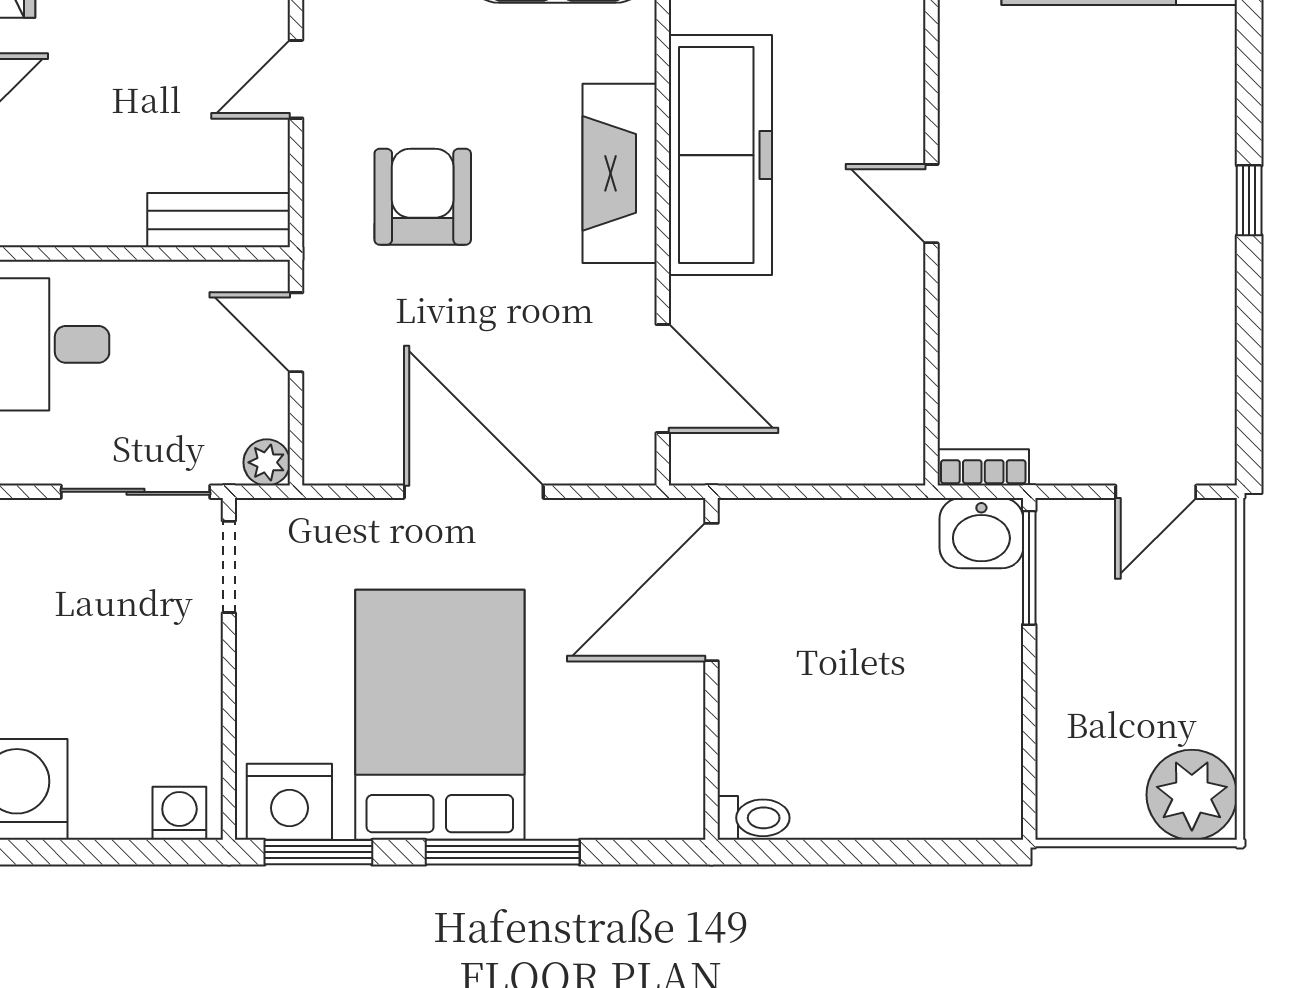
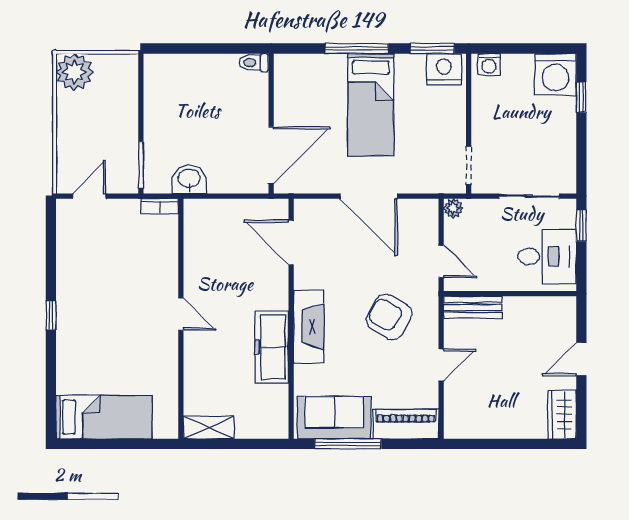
freezer: (720, 155) -> (272, 347), width x0.73, depth x0.79
armchair: (423, 197) -> (389, 317), turned 120
sliding door: (136, 492) -> (529, 196), moved
washbasin: (981, 533) -> (189, 179), moved
bed: (440, 715) -> (371, 105), width x0.67

